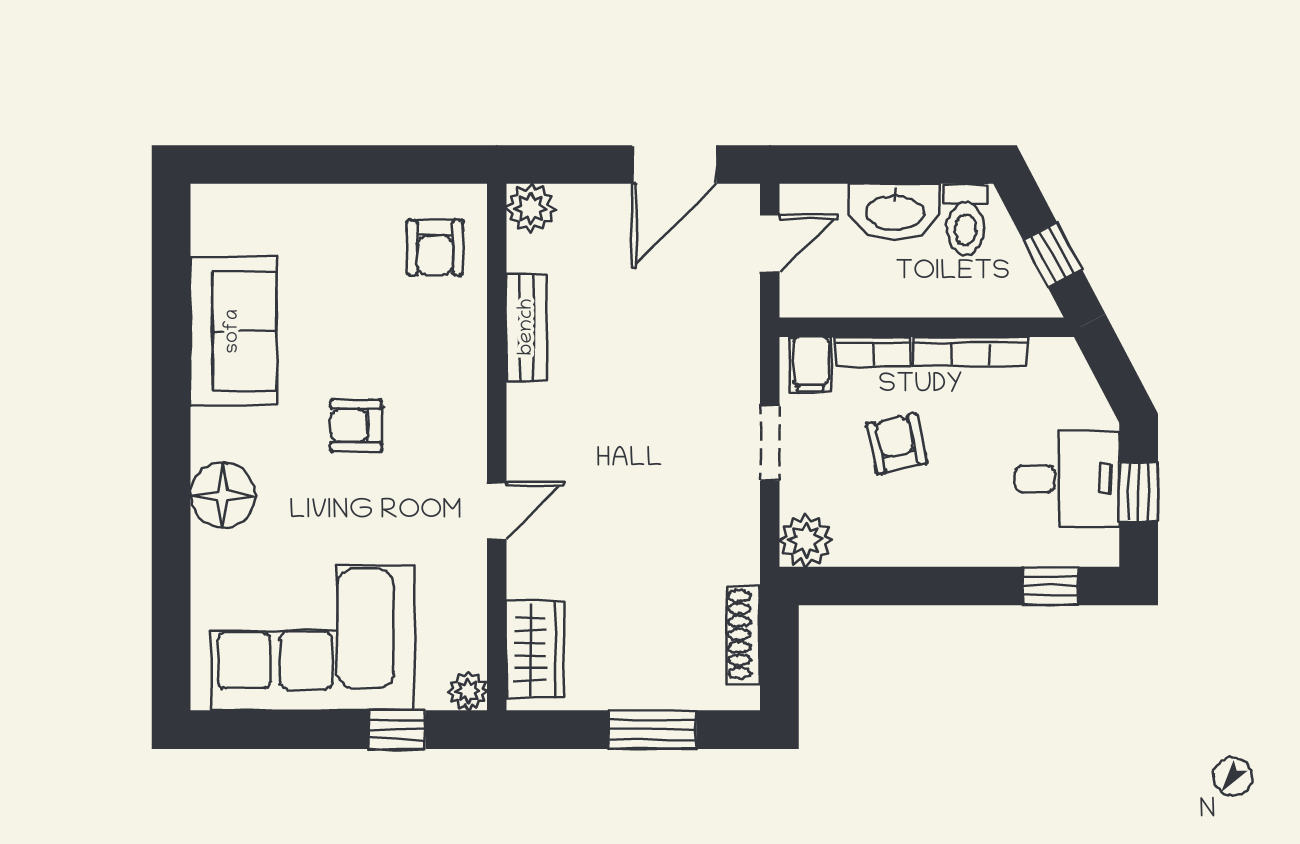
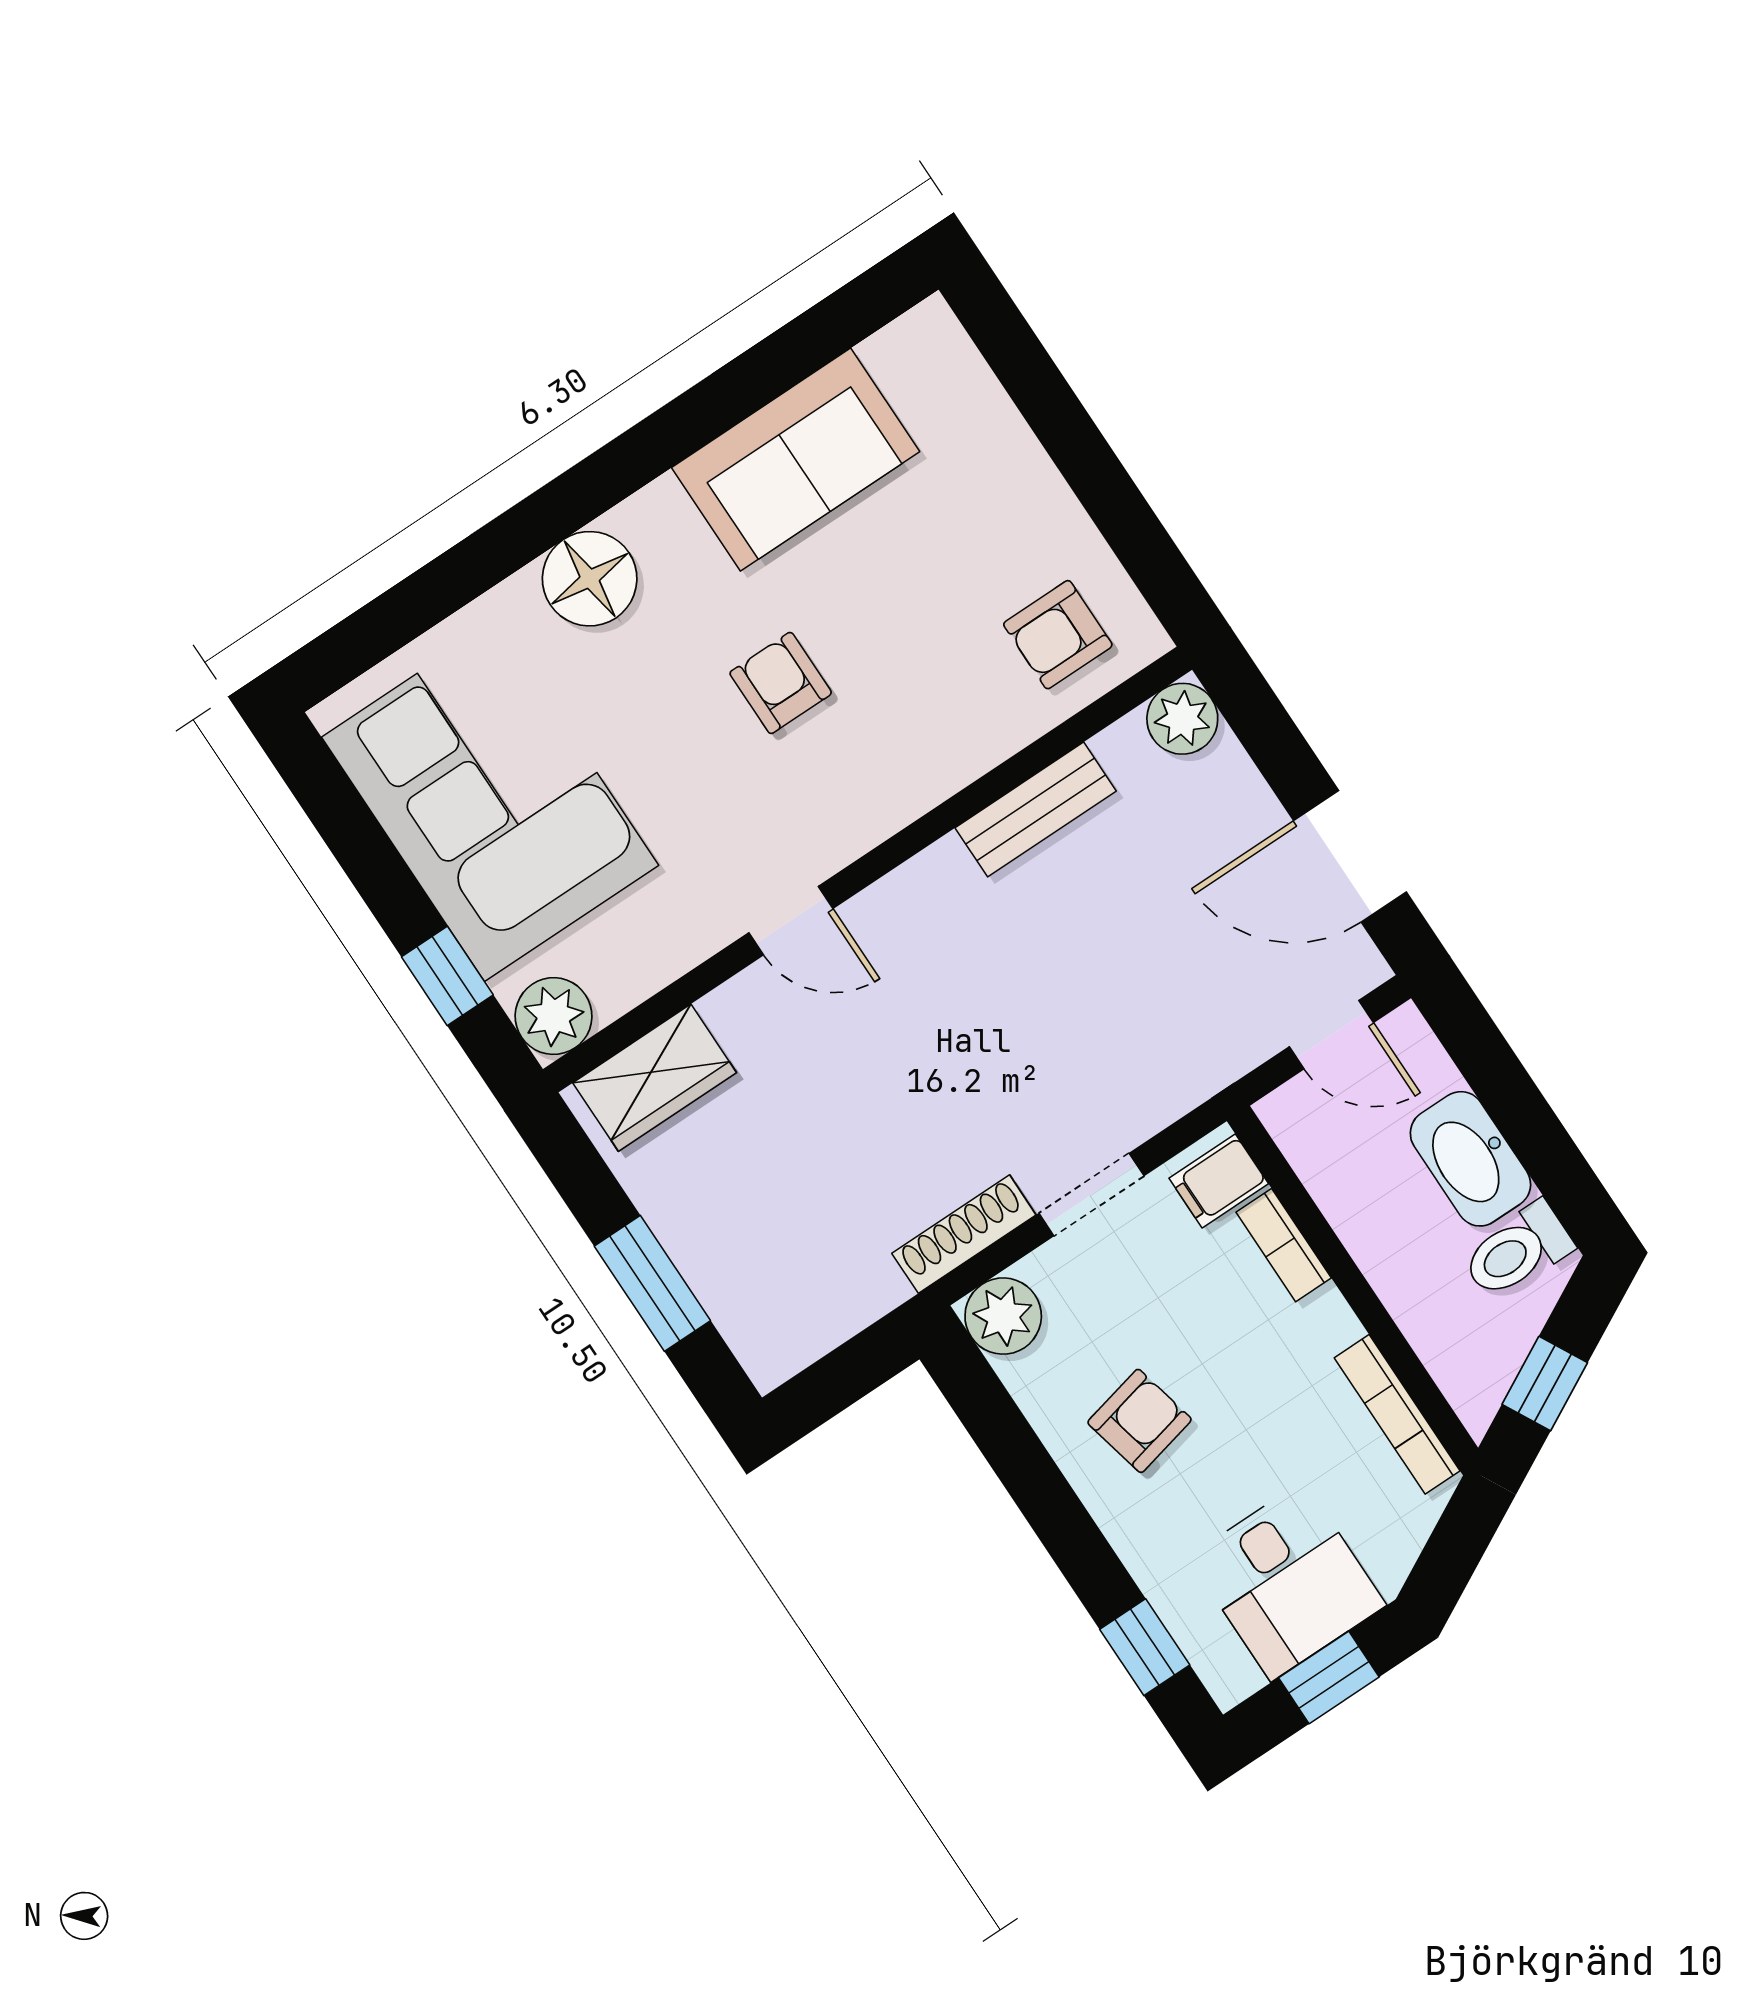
bookcase: (970, 351) -> (1397, 1414), moved
armchair: (897, 444) -> (1139, 1421), moved
shoe rack: (744, 634) -> (964, 1234), moved
plant: (468, 691) -> (554, 1016), width x1.38, depth x1.38

